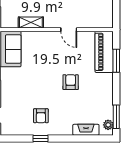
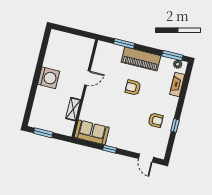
piano: (104, 52) -> (141, 59), moved

